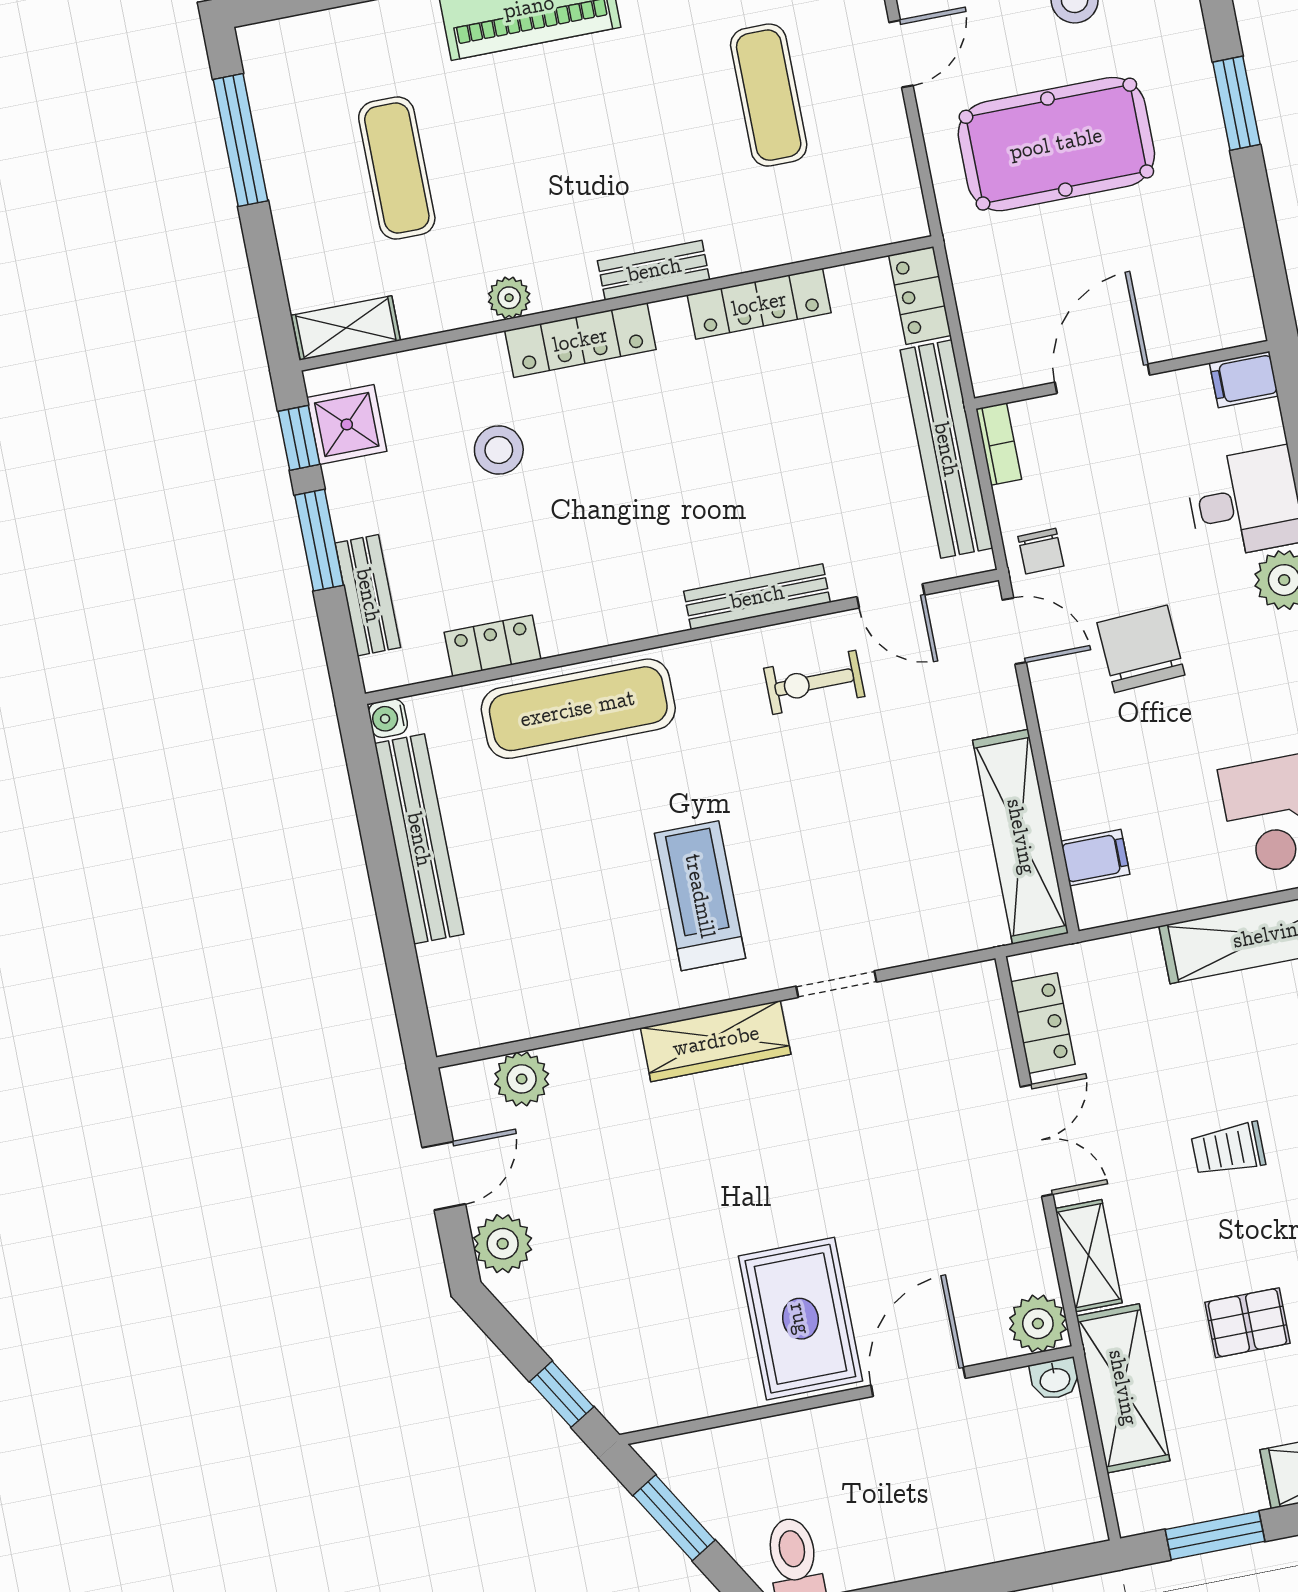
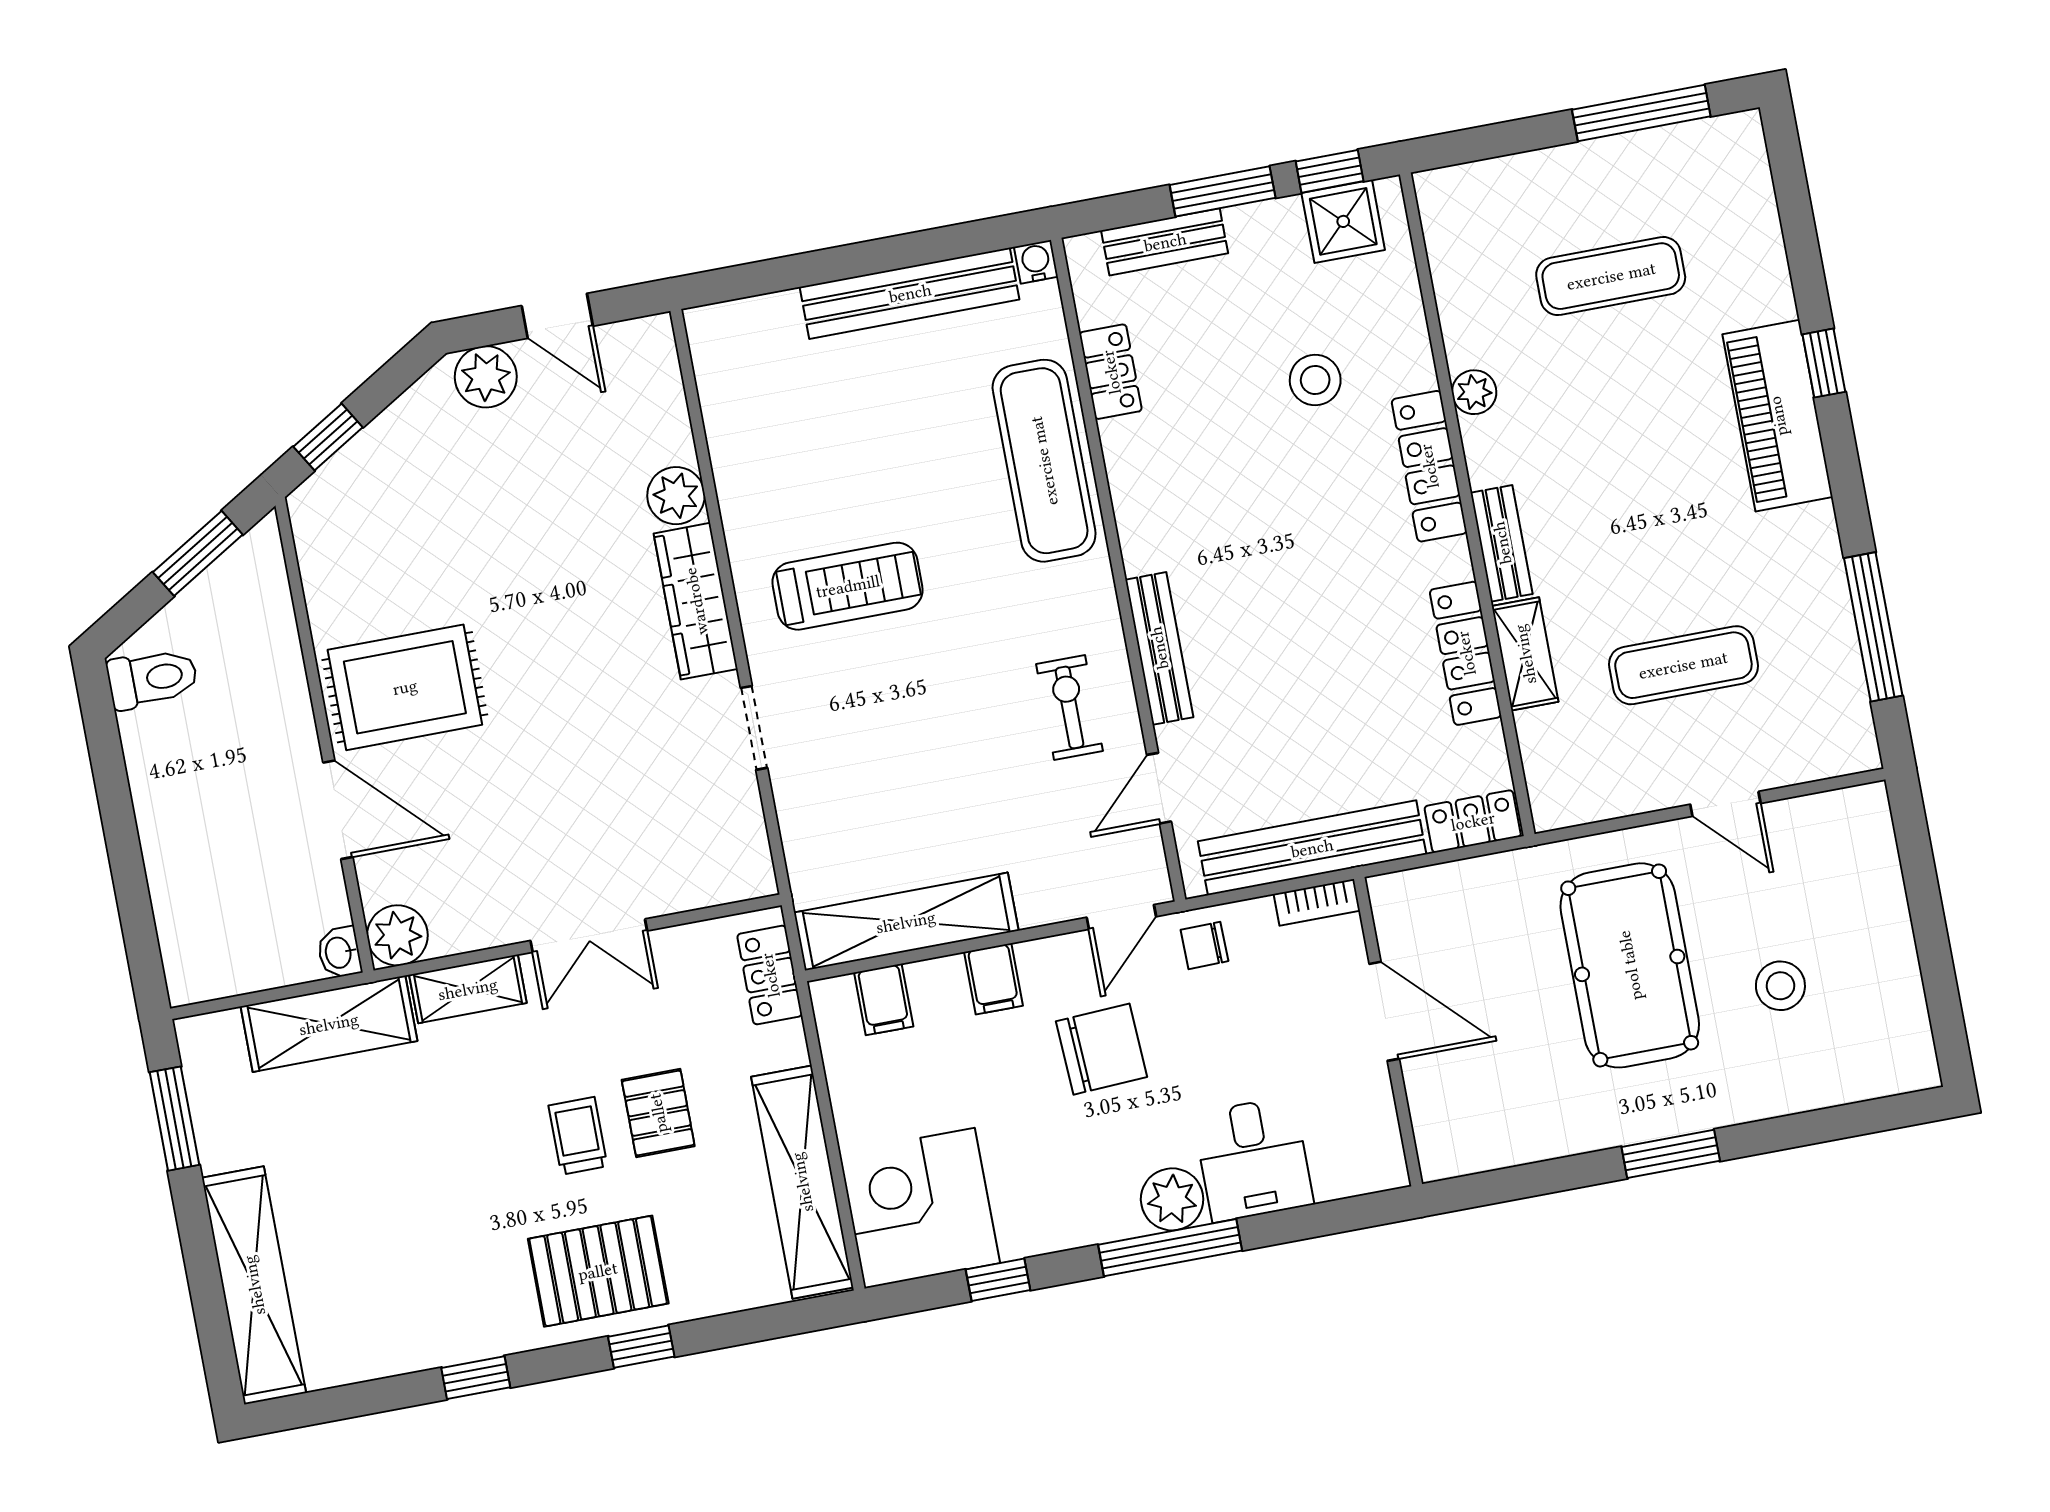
shelving: (346, 328) -> (1525, 654), moved
filing cabinet: (1244, 379) -> (993, 979), moved, turned 180
locker: (1043, 1023) -> (770, 975), moved, turned 90
plant: (522, 1079) -> (676, 496), moved
pallet: (1247, 1323) -> (658, 1113), moved

